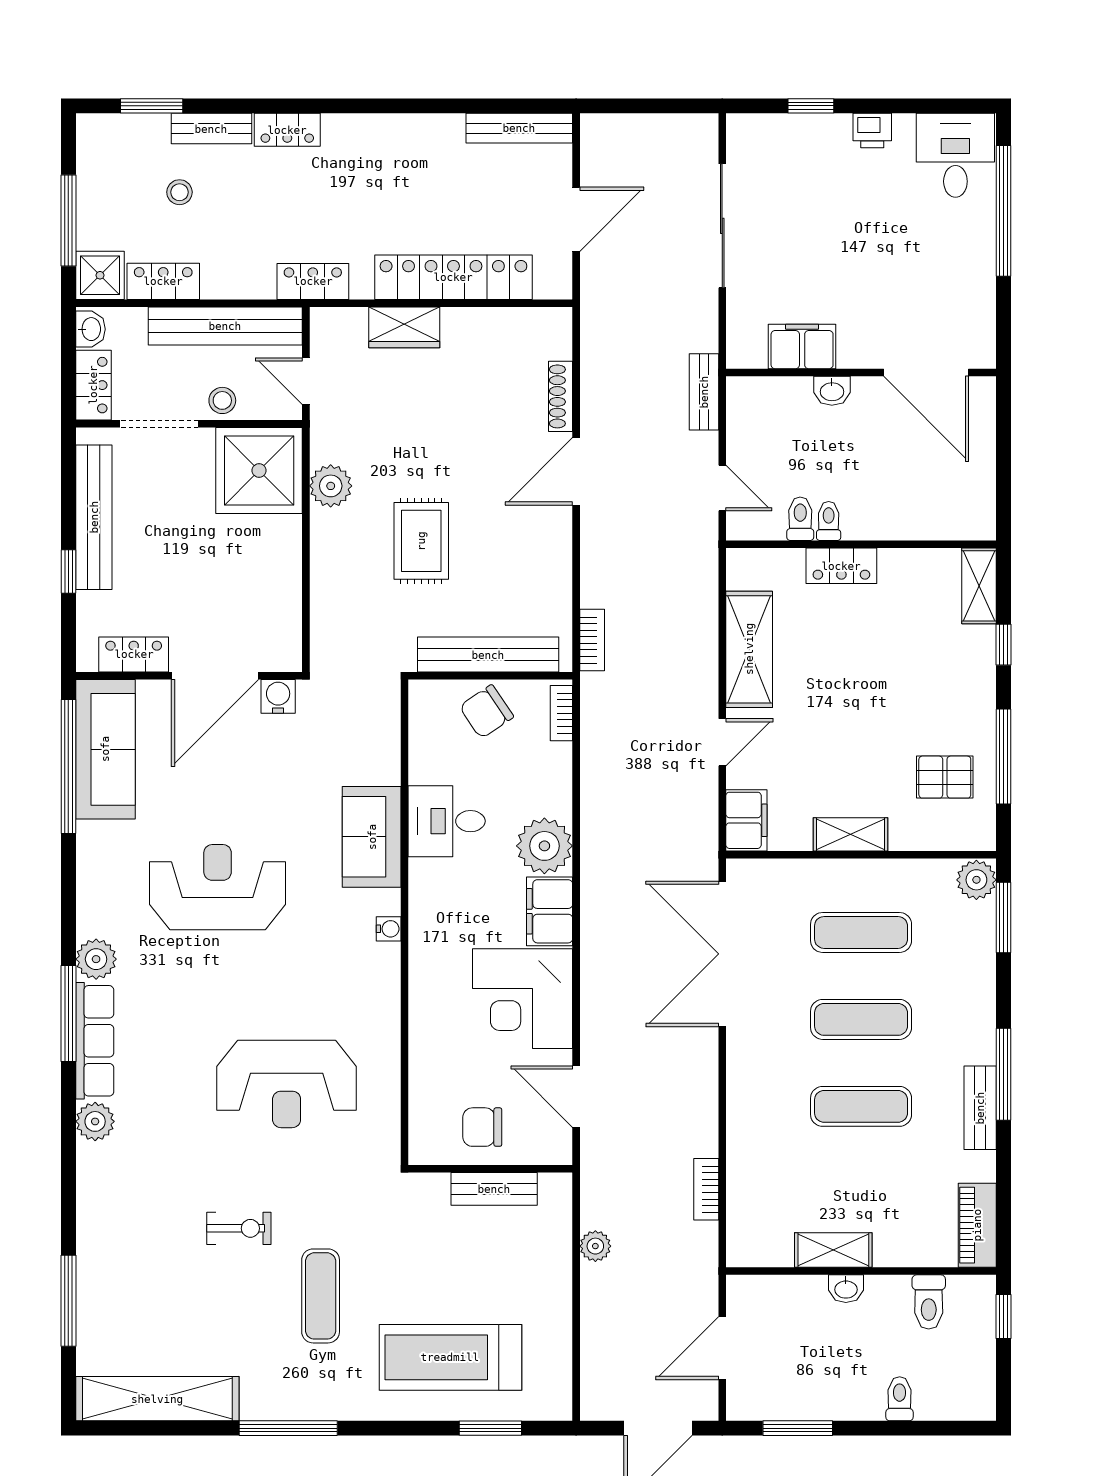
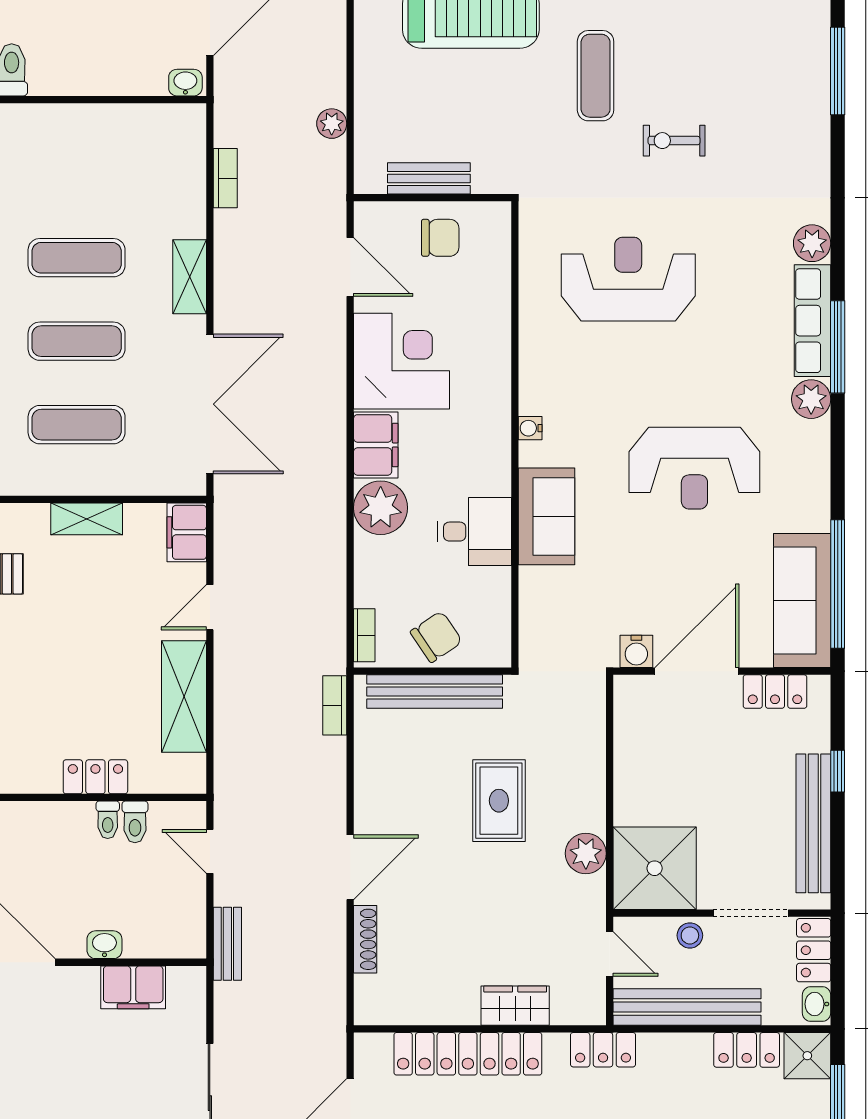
shelving: (833, 1250) -> (190, 277), moved, turned 90
washbasin: (846, 1289) -> (185, 83), moved

